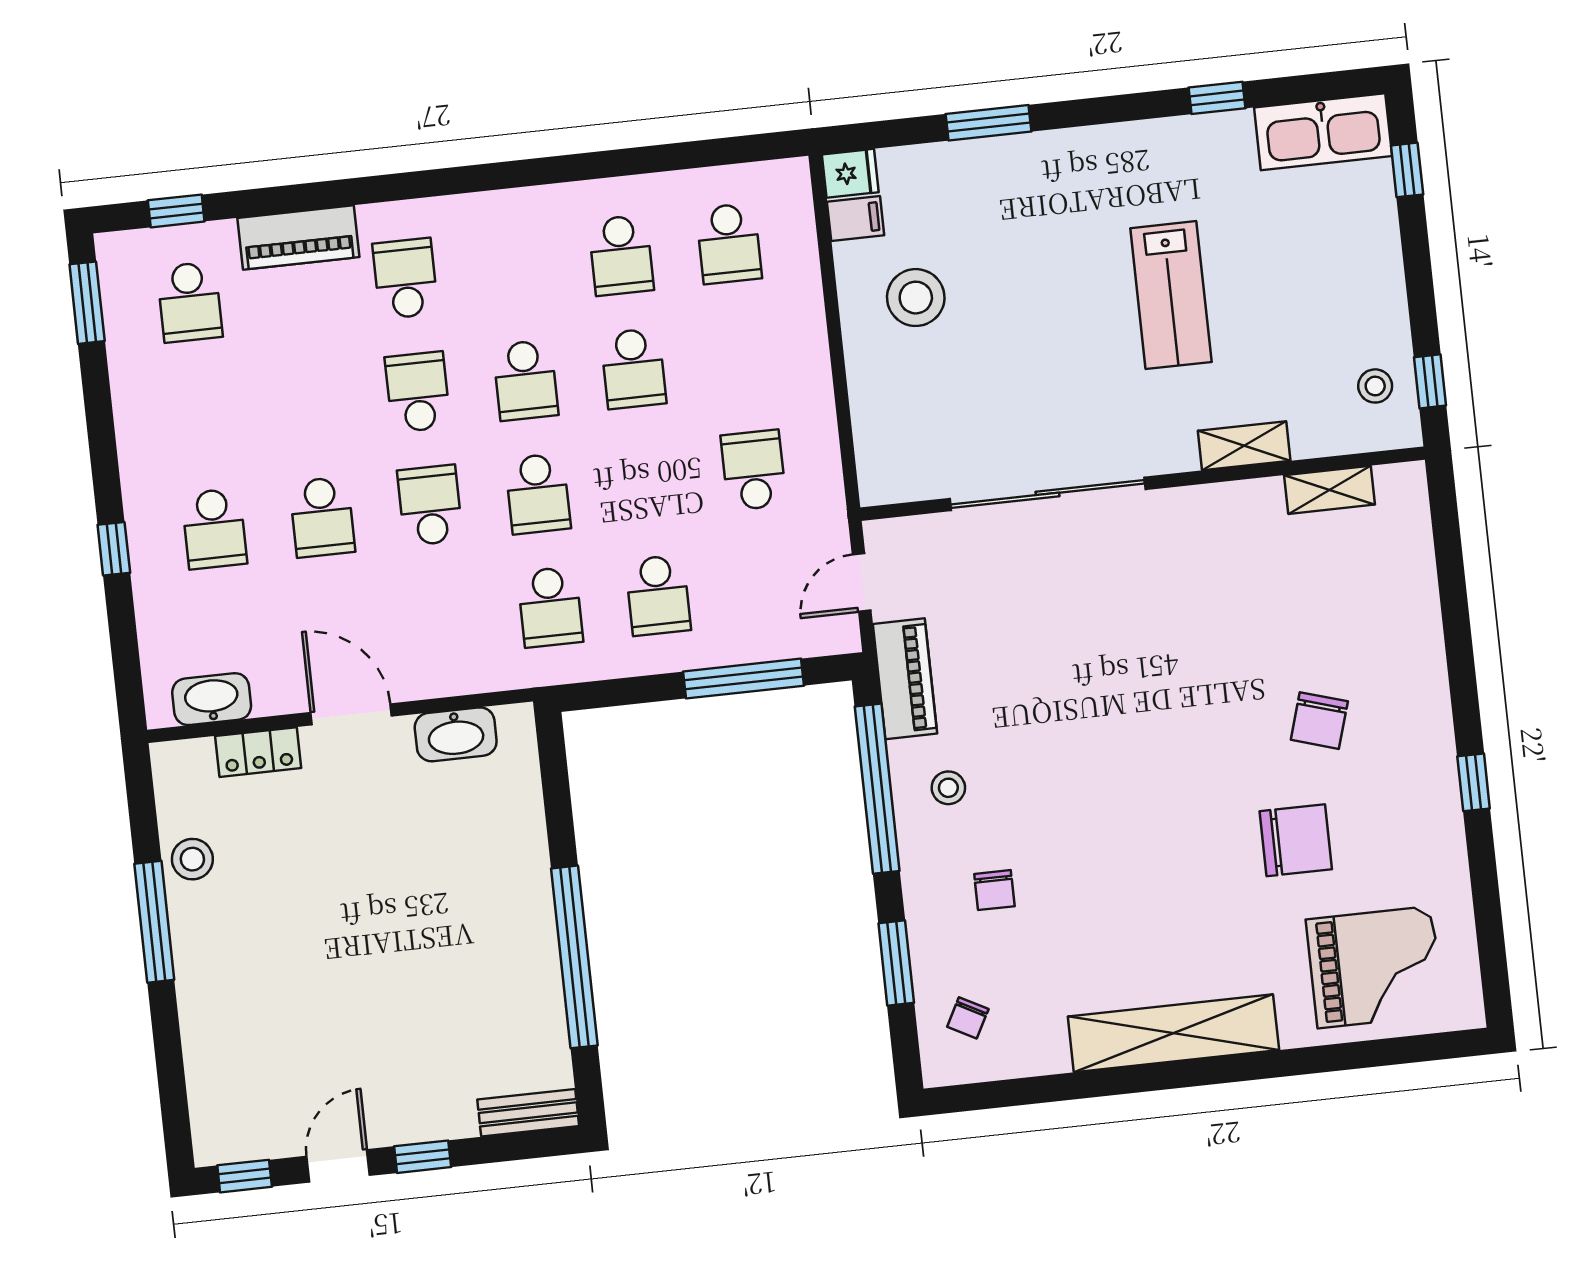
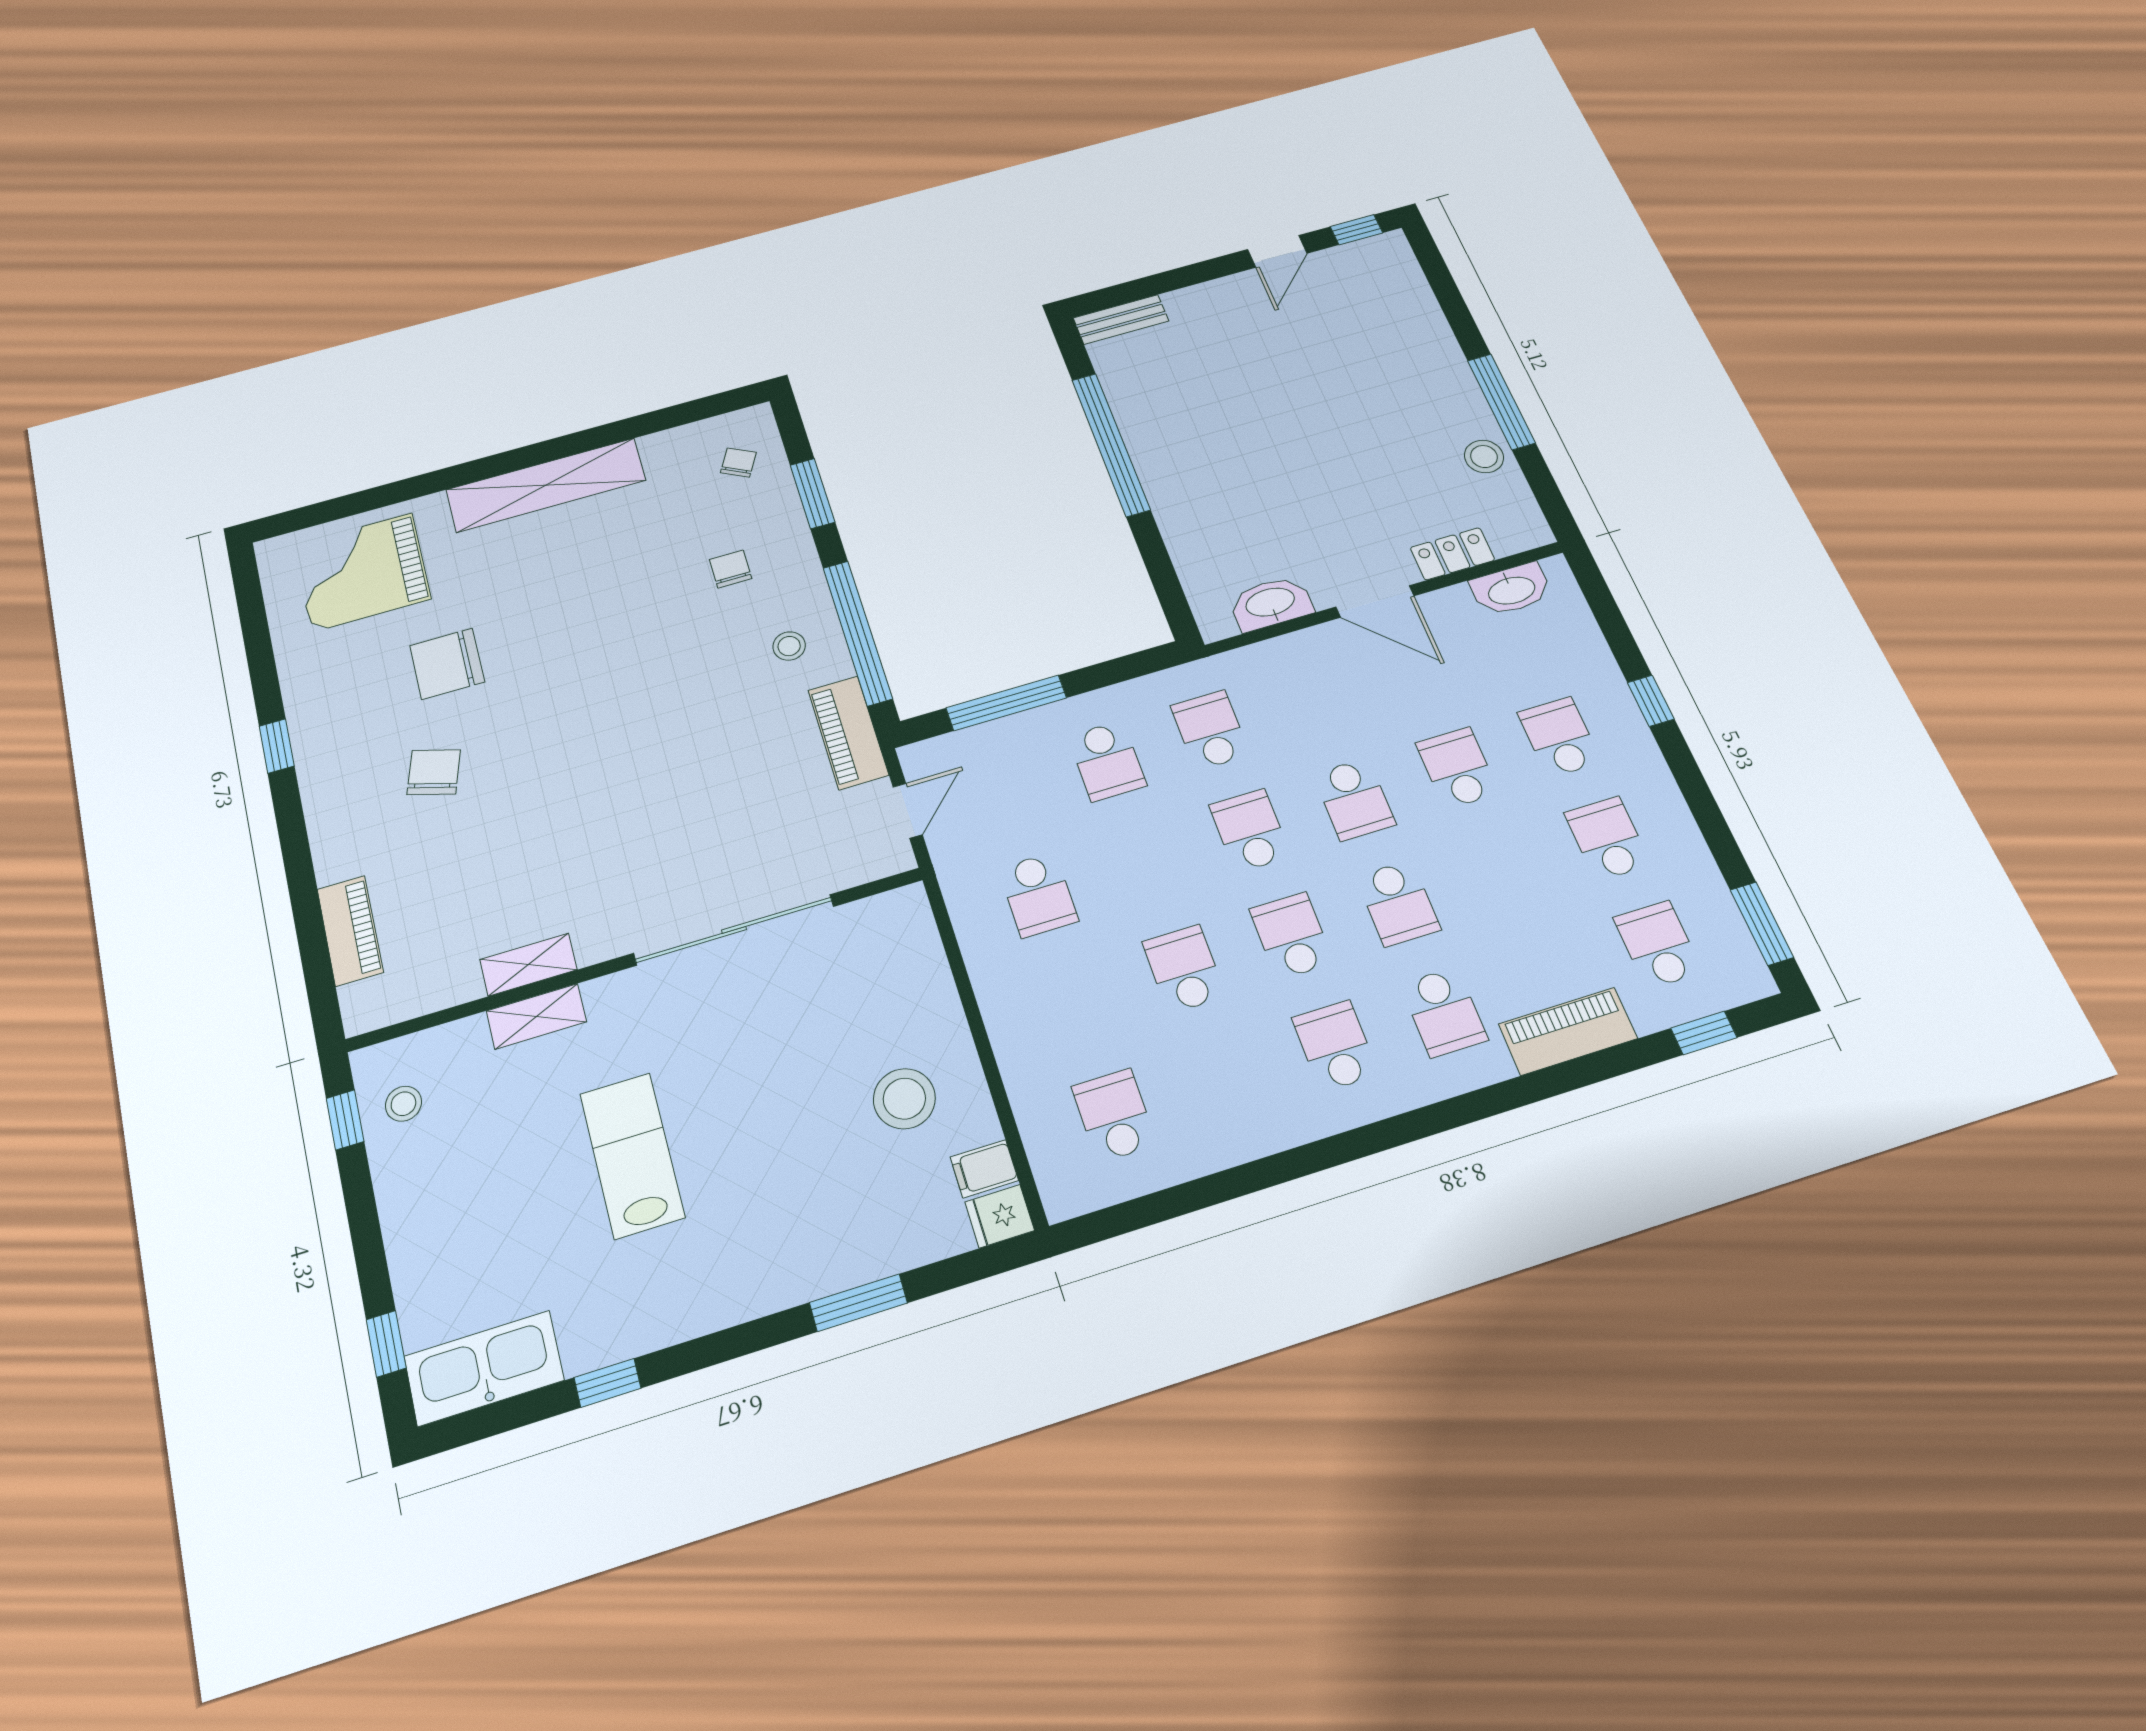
school desk: (621, 255) -> (1335, 1046), moved
school desk: (202, 415) -> (1608, 839), added
shelving: (1330, 490) -> (528, 965), moved
piano: (1413, 568) -> (350, 931), added
school desk: (658, 595) -> (1107, 761), turned 180
window: (423, 1157) -> (1205, 271), removed

